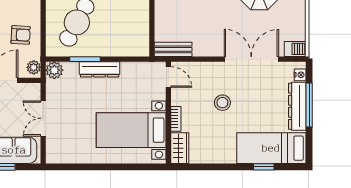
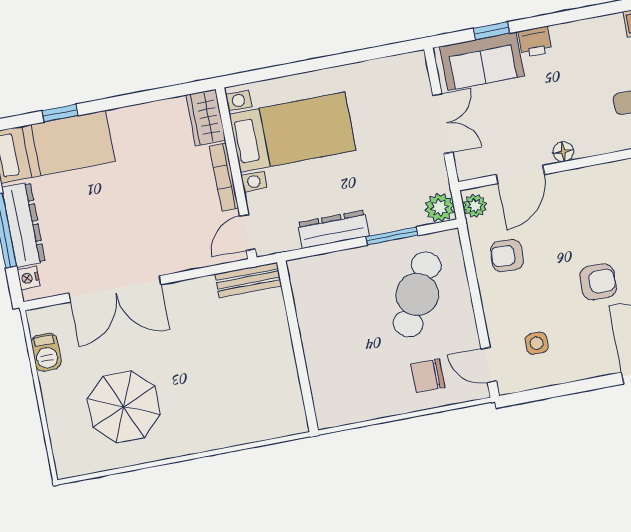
barbecue: (295, 49) -> (46, 352), moved, turned -90
dresser: (100, 69) -> (333, 229), moved
door: (168, 77) -> (247, 232), hinge flipped
stool: (222, 103) -> (149, 207), removed
bookcase: (176, 119) -> (224, 177), width x1.56

